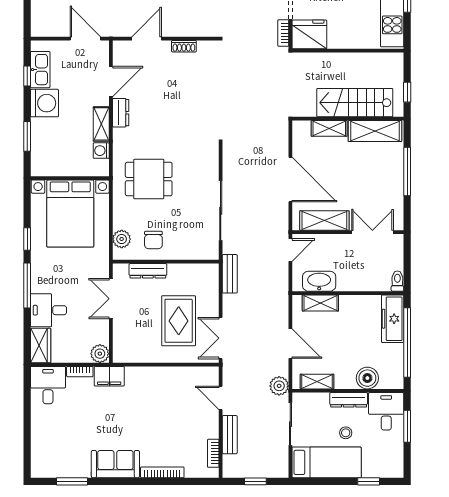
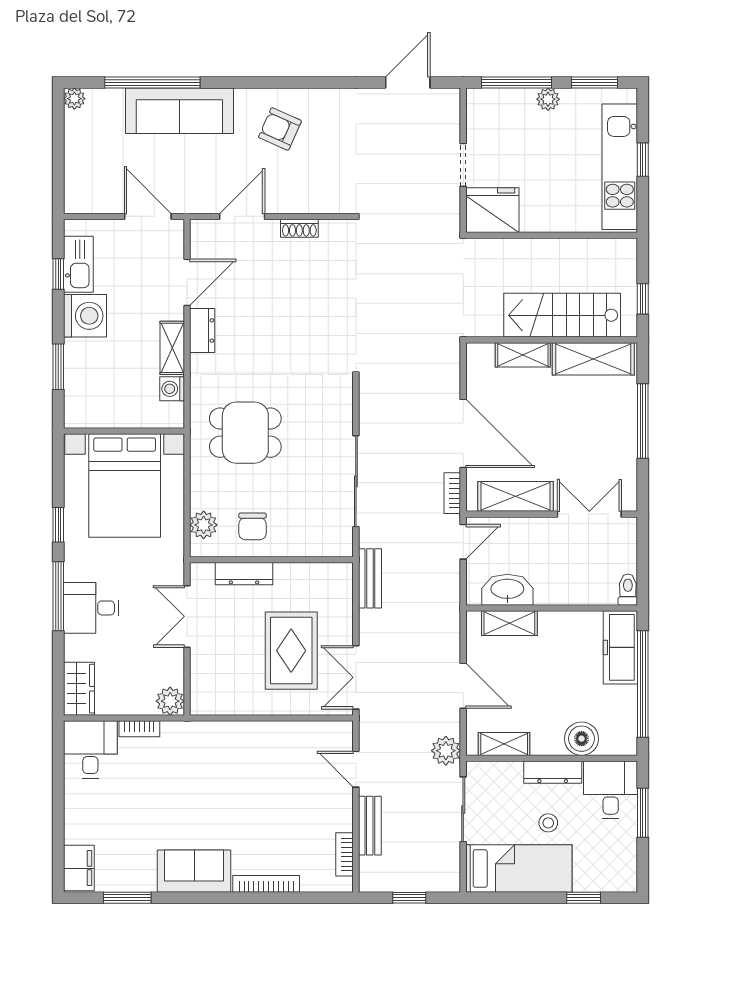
bookcase: (283, 33) -> (452, 493), moved
desk: (49, 310) -> (91, 608), moved
filing cabinet: (109, 376) -> (79, 868), moved, turned -90

